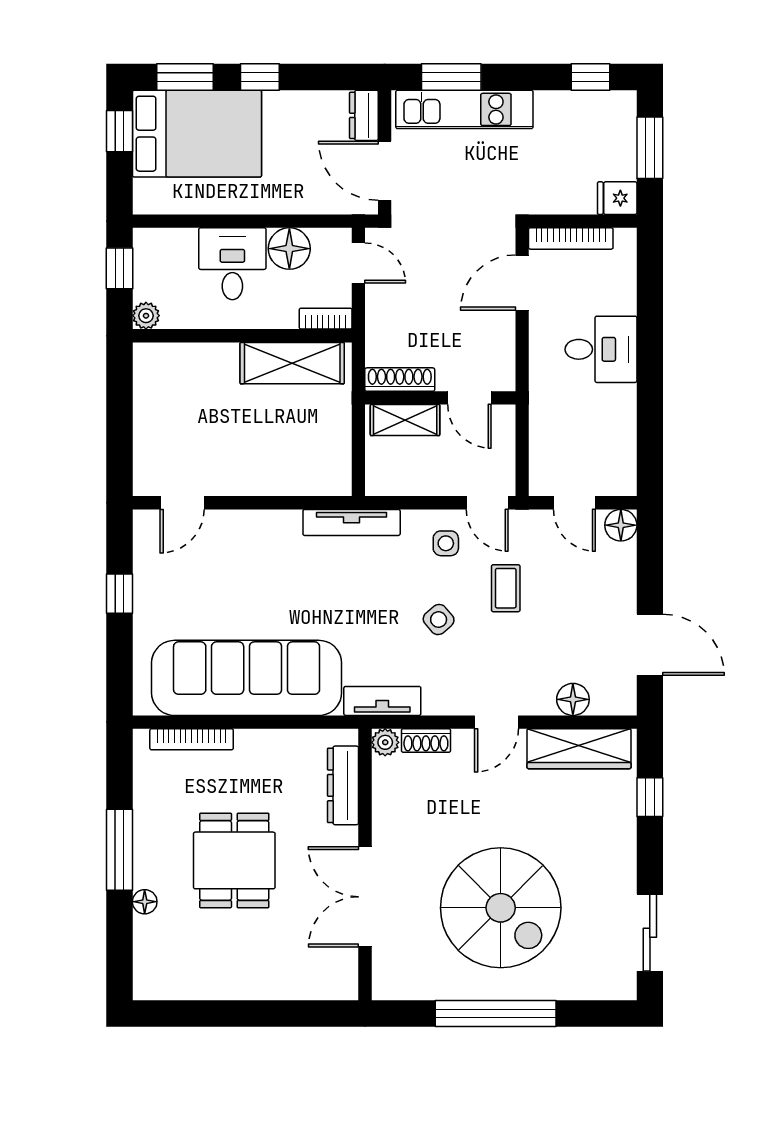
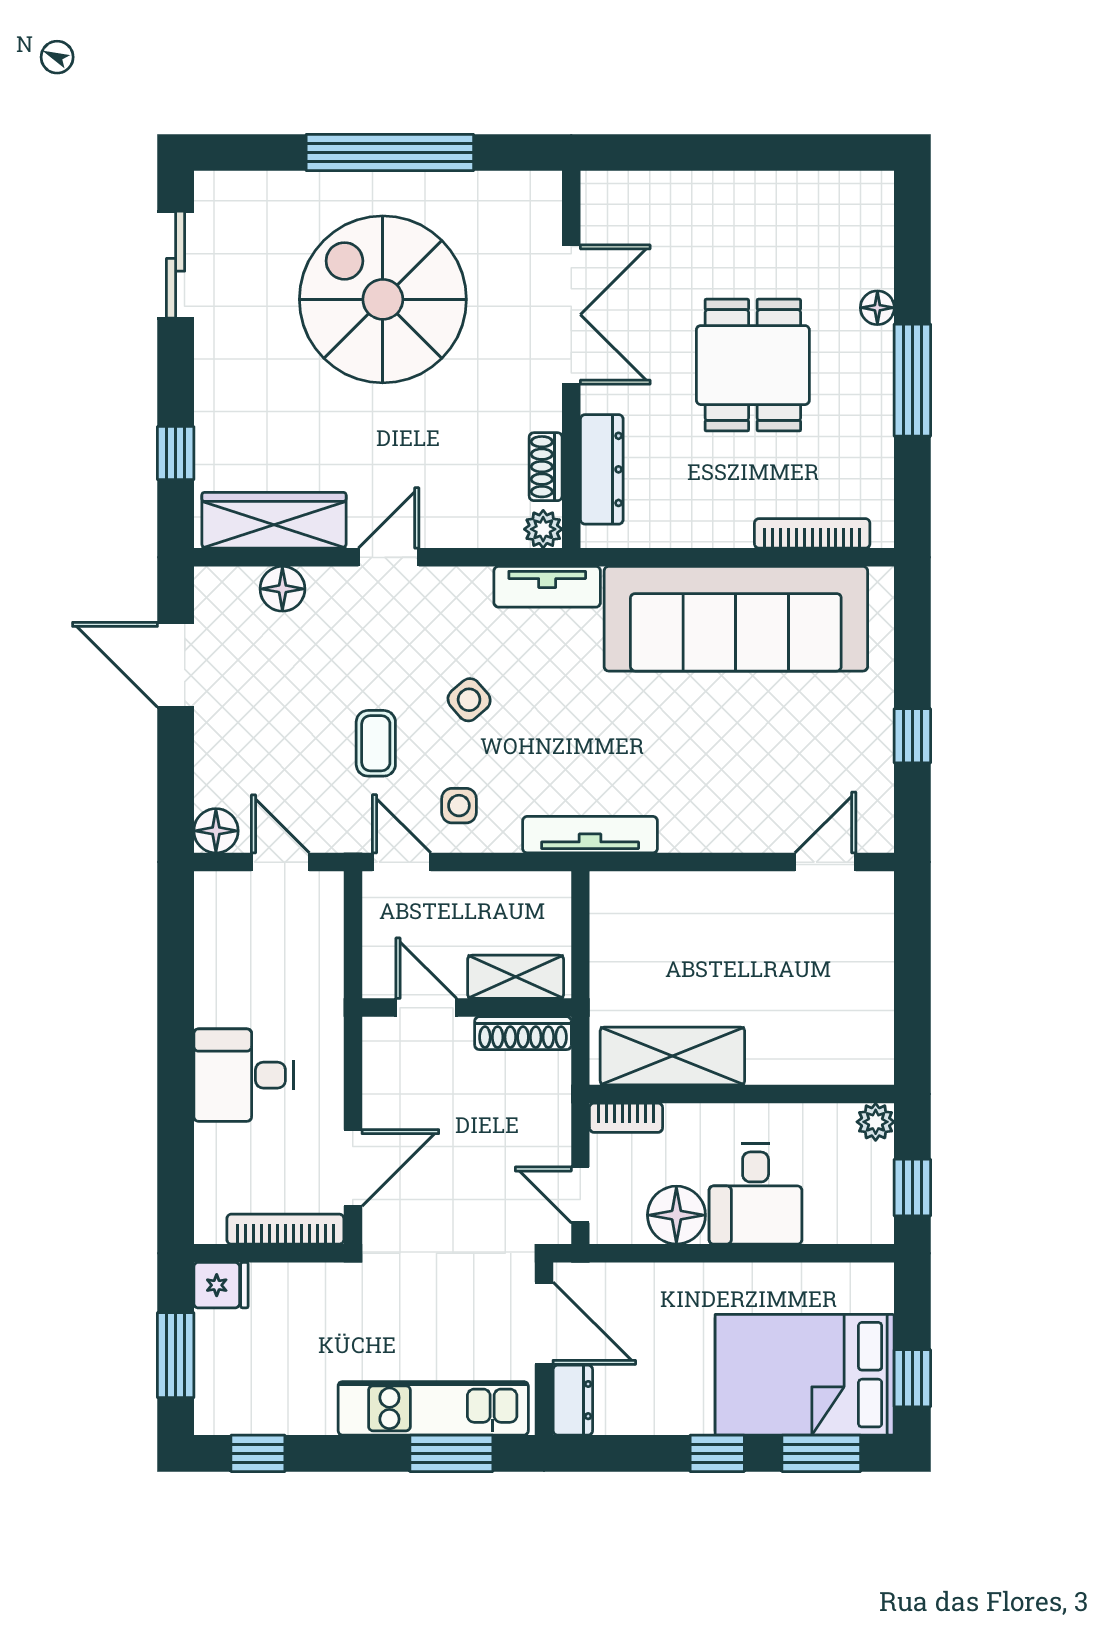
shoe rack: (426, 740) -> (546, 467), moved, turned -90

